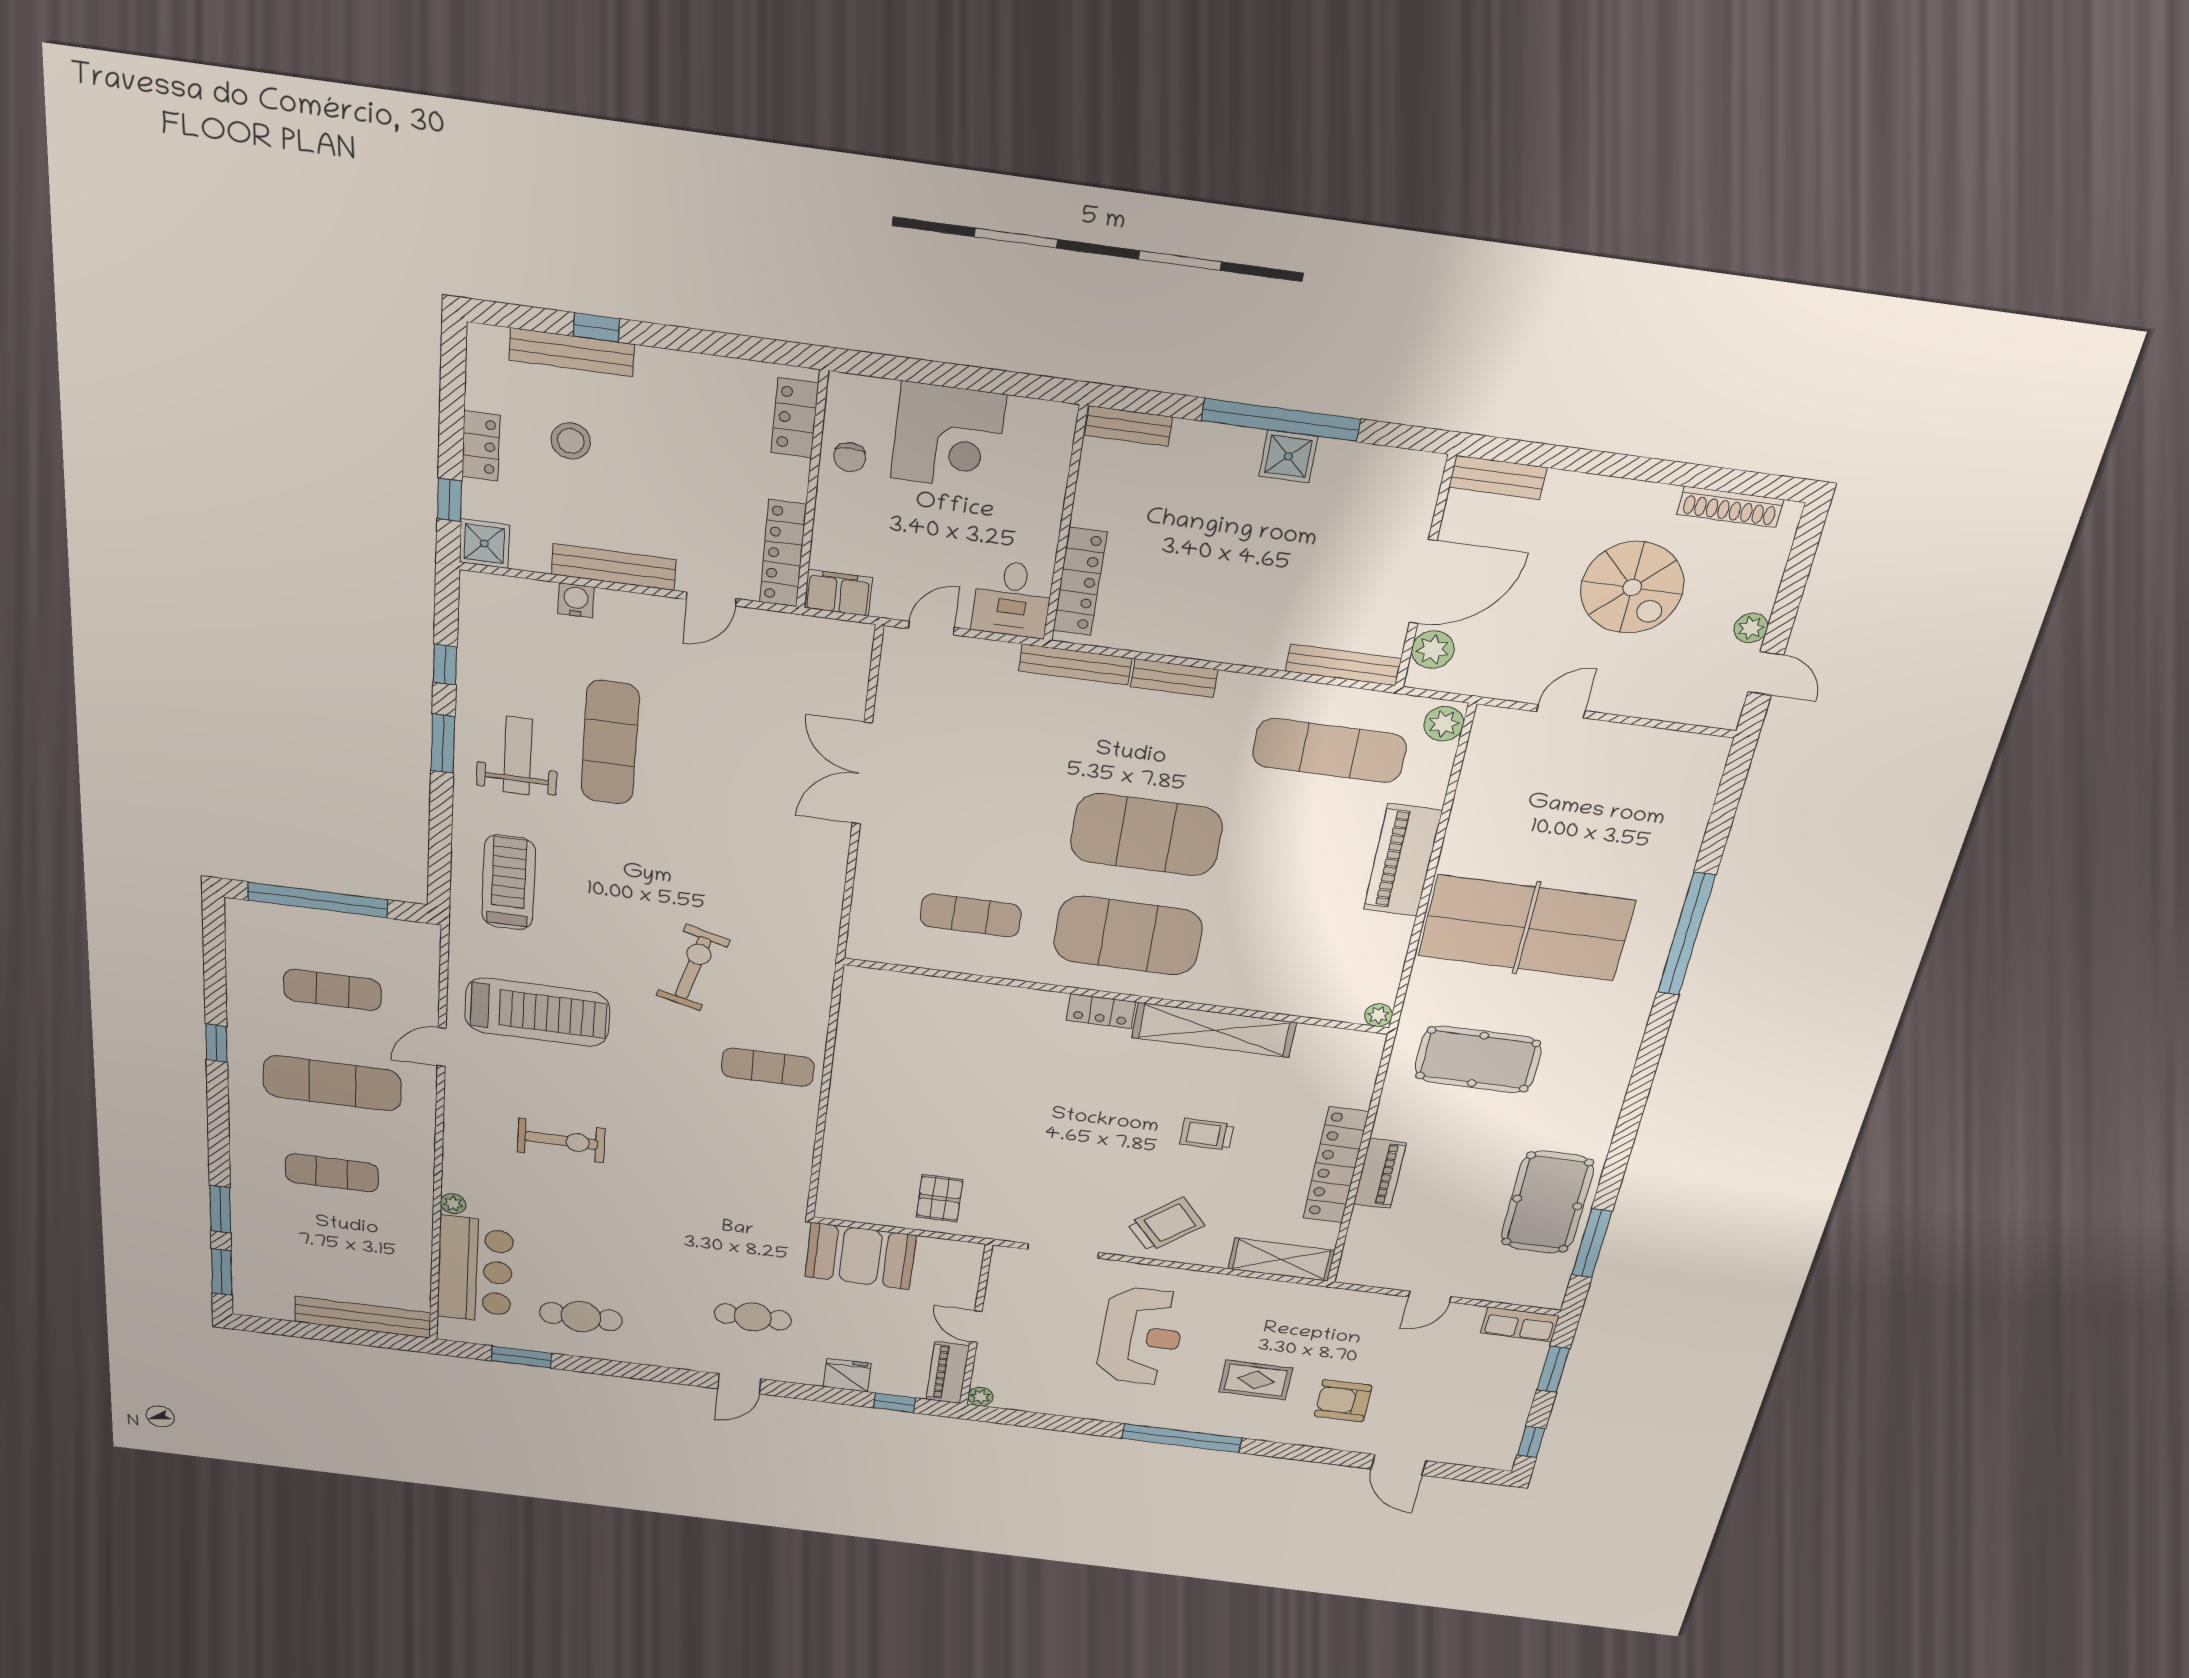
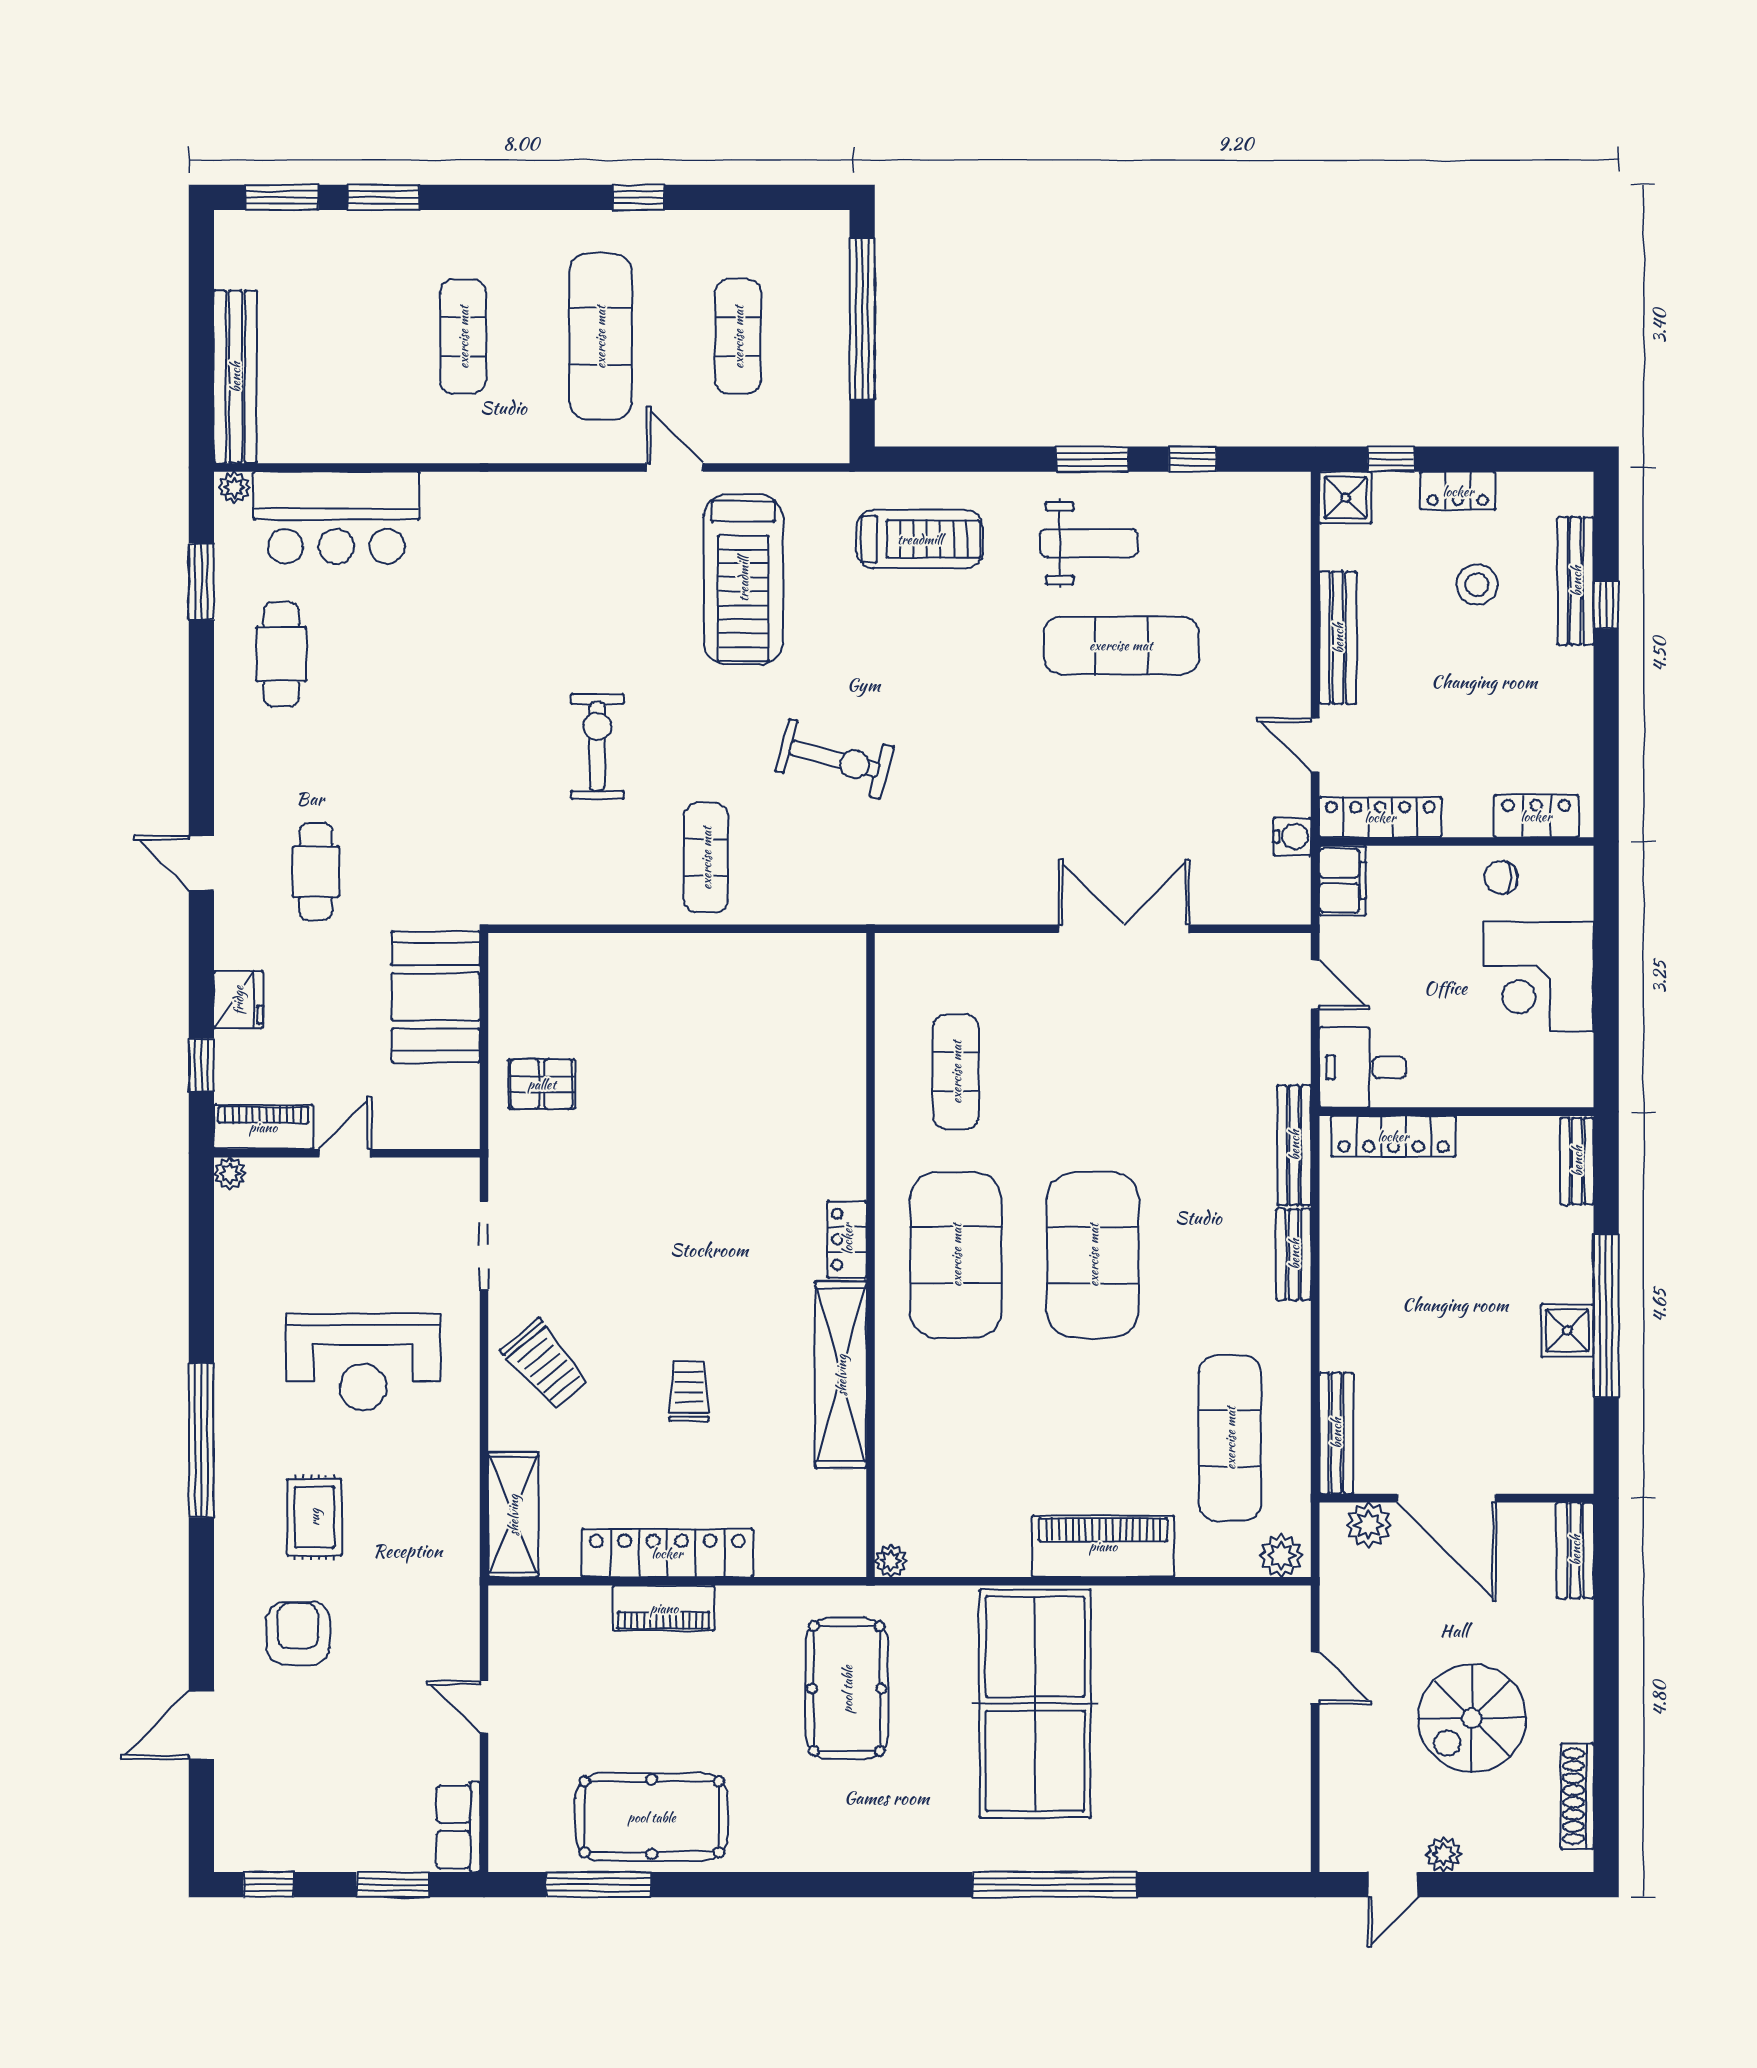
water cooler: (576, 600) -> (1292, 836), moved
exercise bike: (561, 1140) -> (597, 746), moved, turned 180
plant: (453, 1204) -> (234, 487), moved

